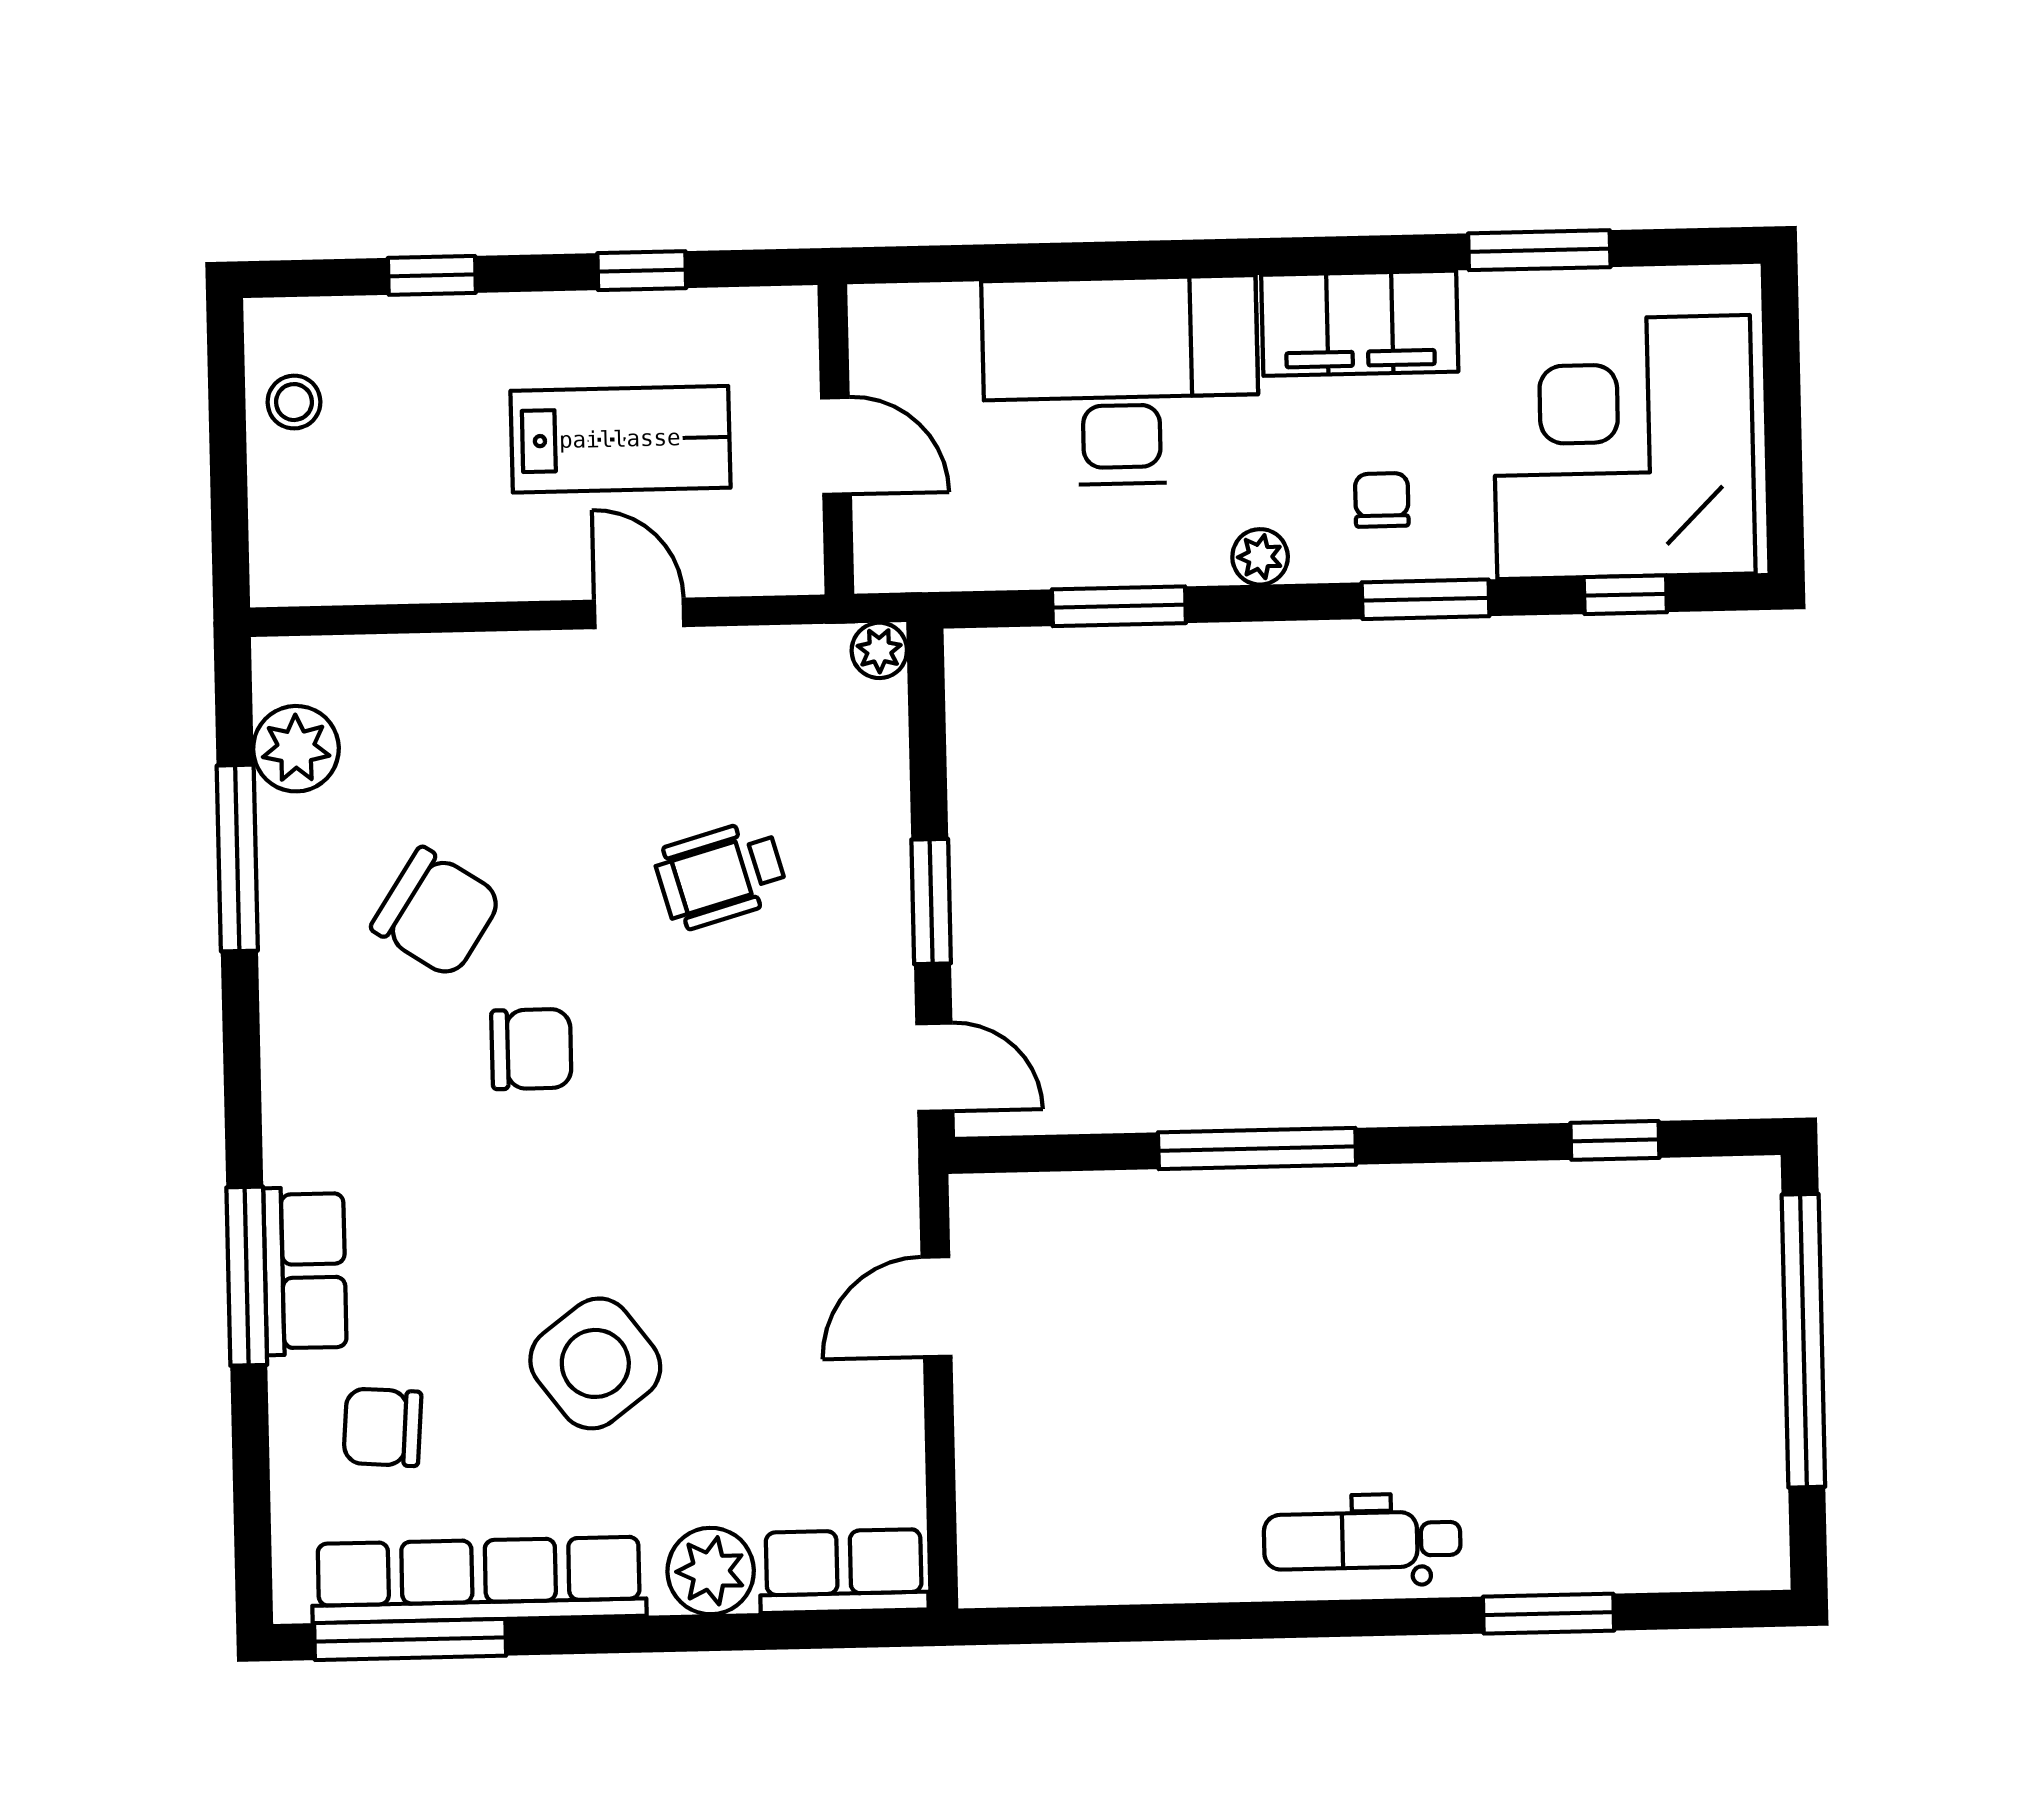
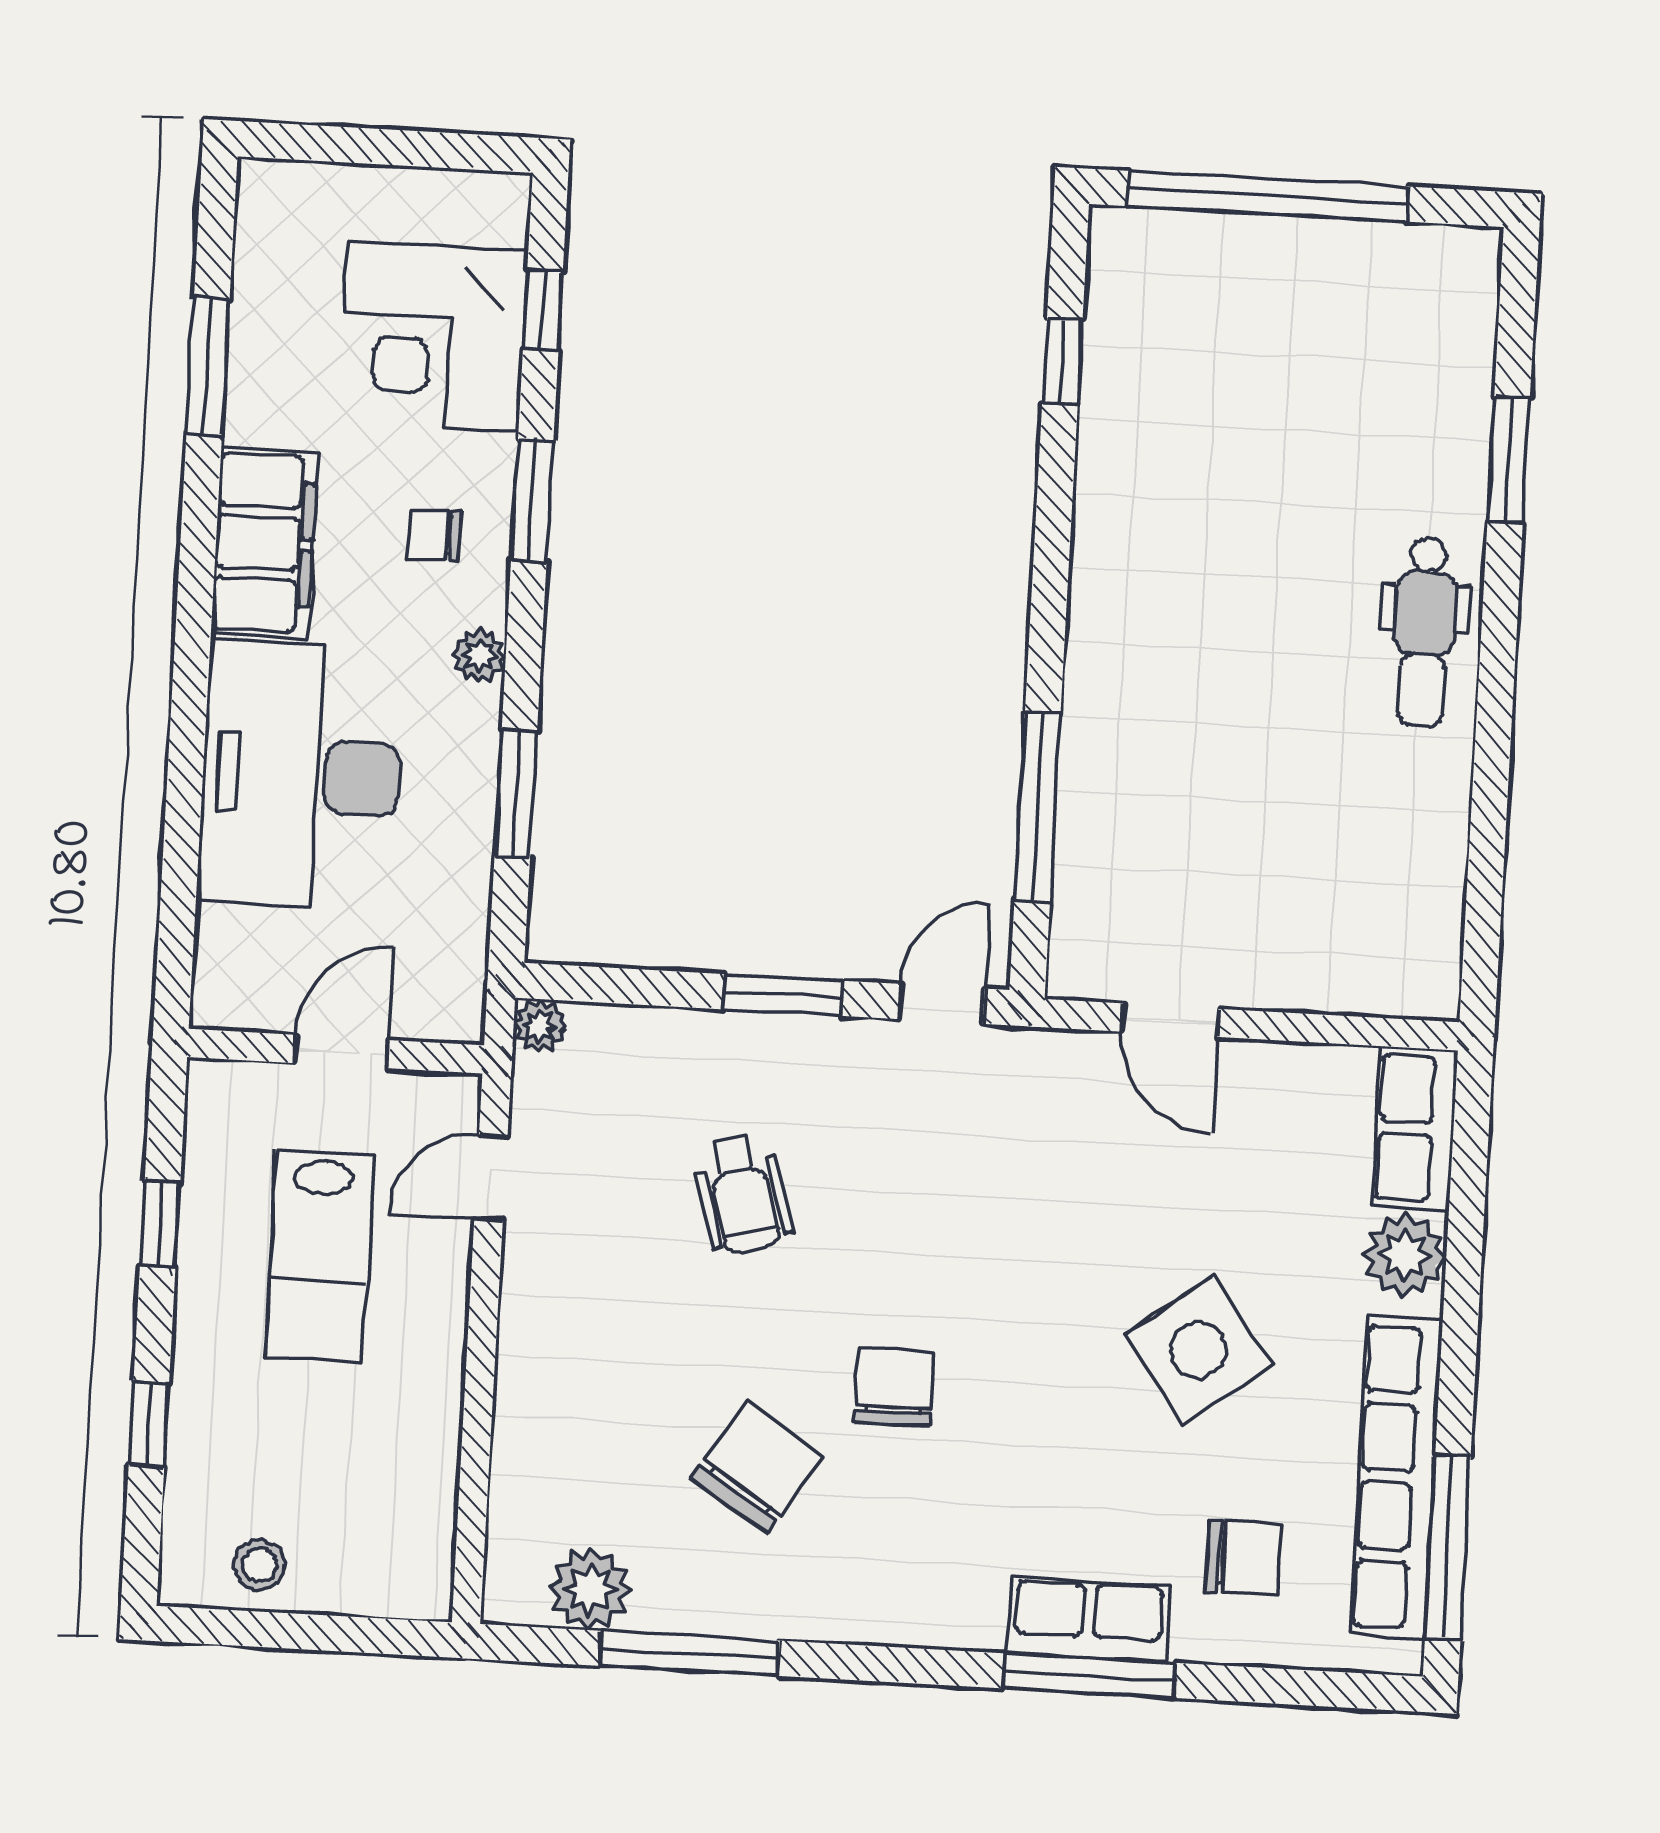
lab bench: (620, 439) -> (319, 1256), turned 180
corner desk: (1624, 447) -> (433, 335), width x0.74, depth x0.74
door: (639, 613) -> (491, 1178), moved
window: (1257, 1149) -> (1037, 806), moved
chair: (382, 1427) -> (1243, 1558), turned -94

